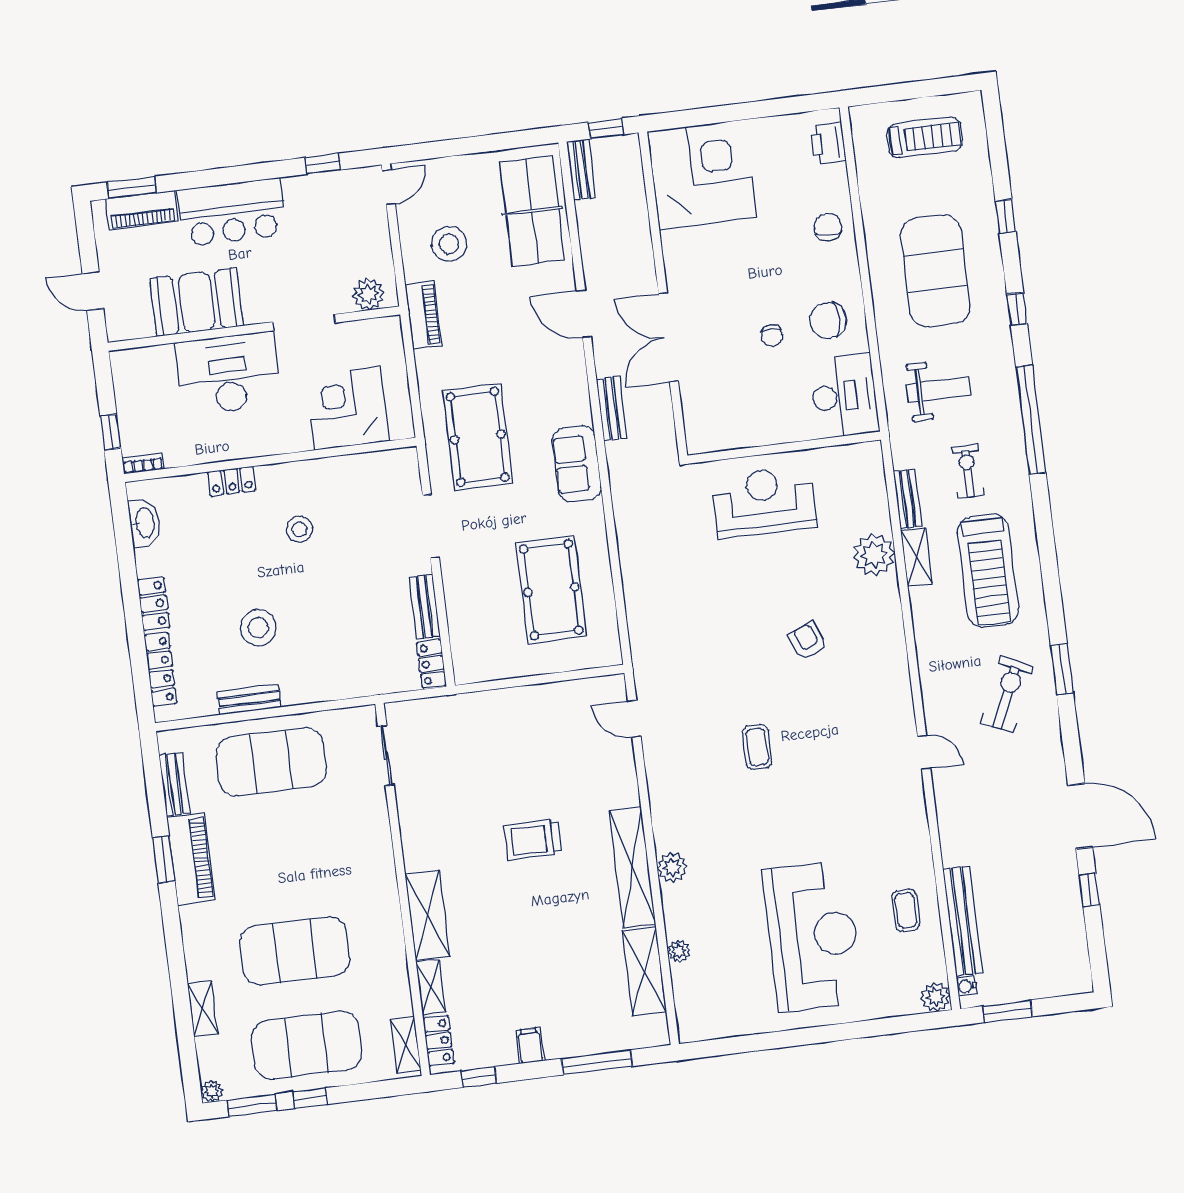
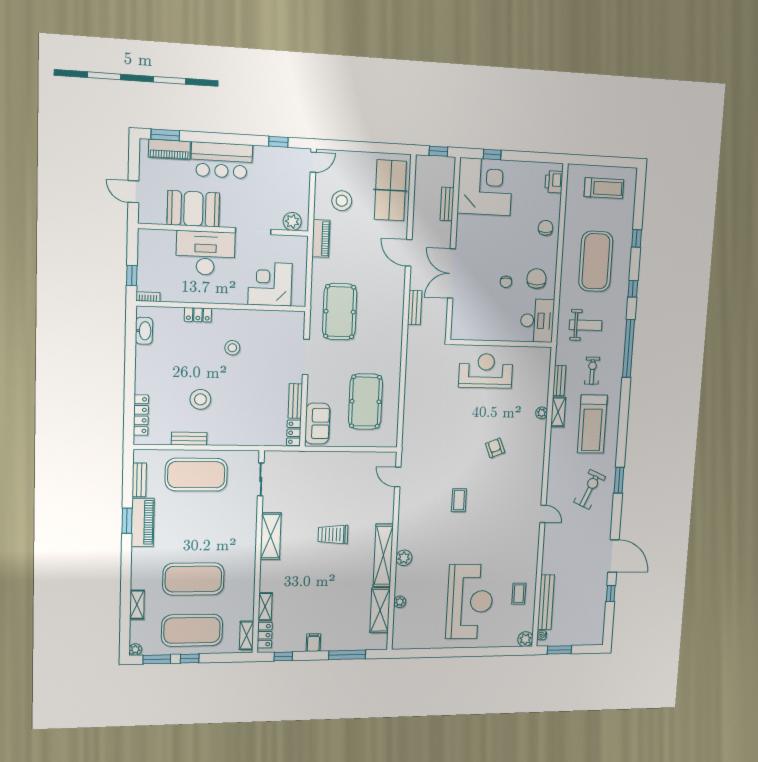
window: (705, 116) -> (492, 154), added
bench: (581, 169) -> (447, 204), moved
chair: (828, 320) -> (536, 279), turned 90
sofa: (577, 464) -> (317, 424), moved, turned 180
plant: (874, 555) -> (542, 413), width x0.53, depth x0.53
locker: (154, 604) -> (142, 377), removed
shelving: (427, 915) -> (271, 536), moved

